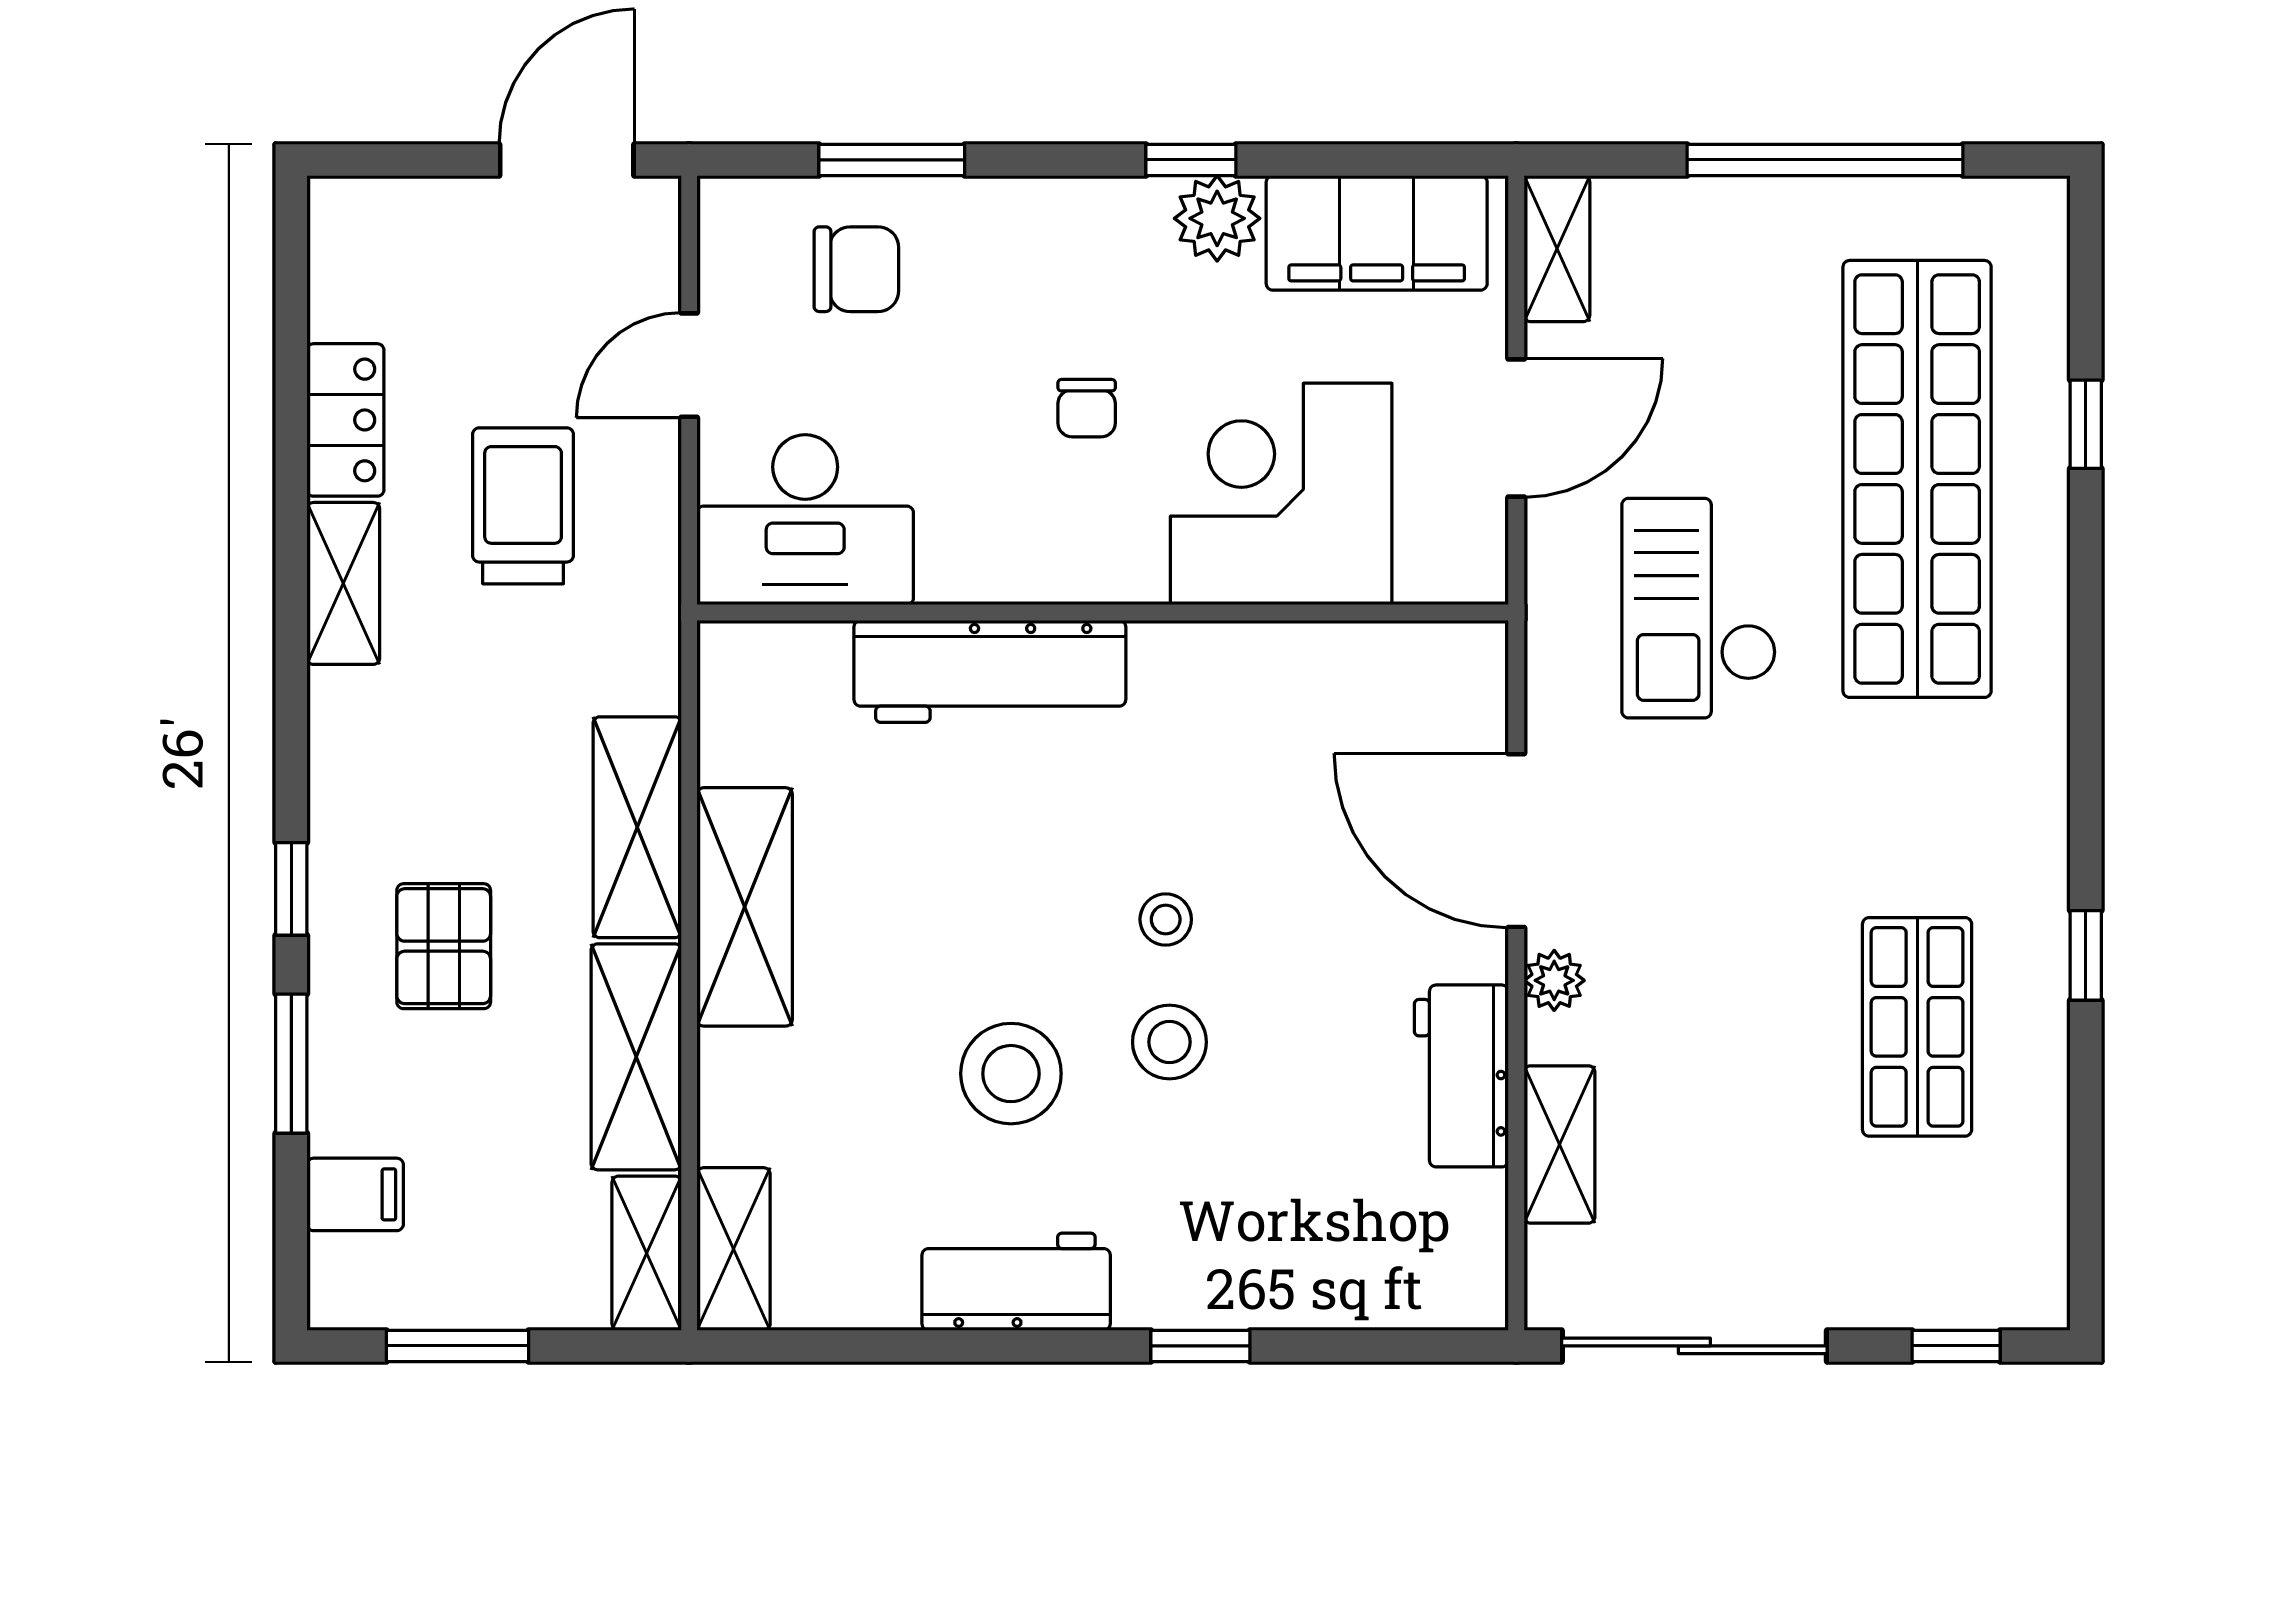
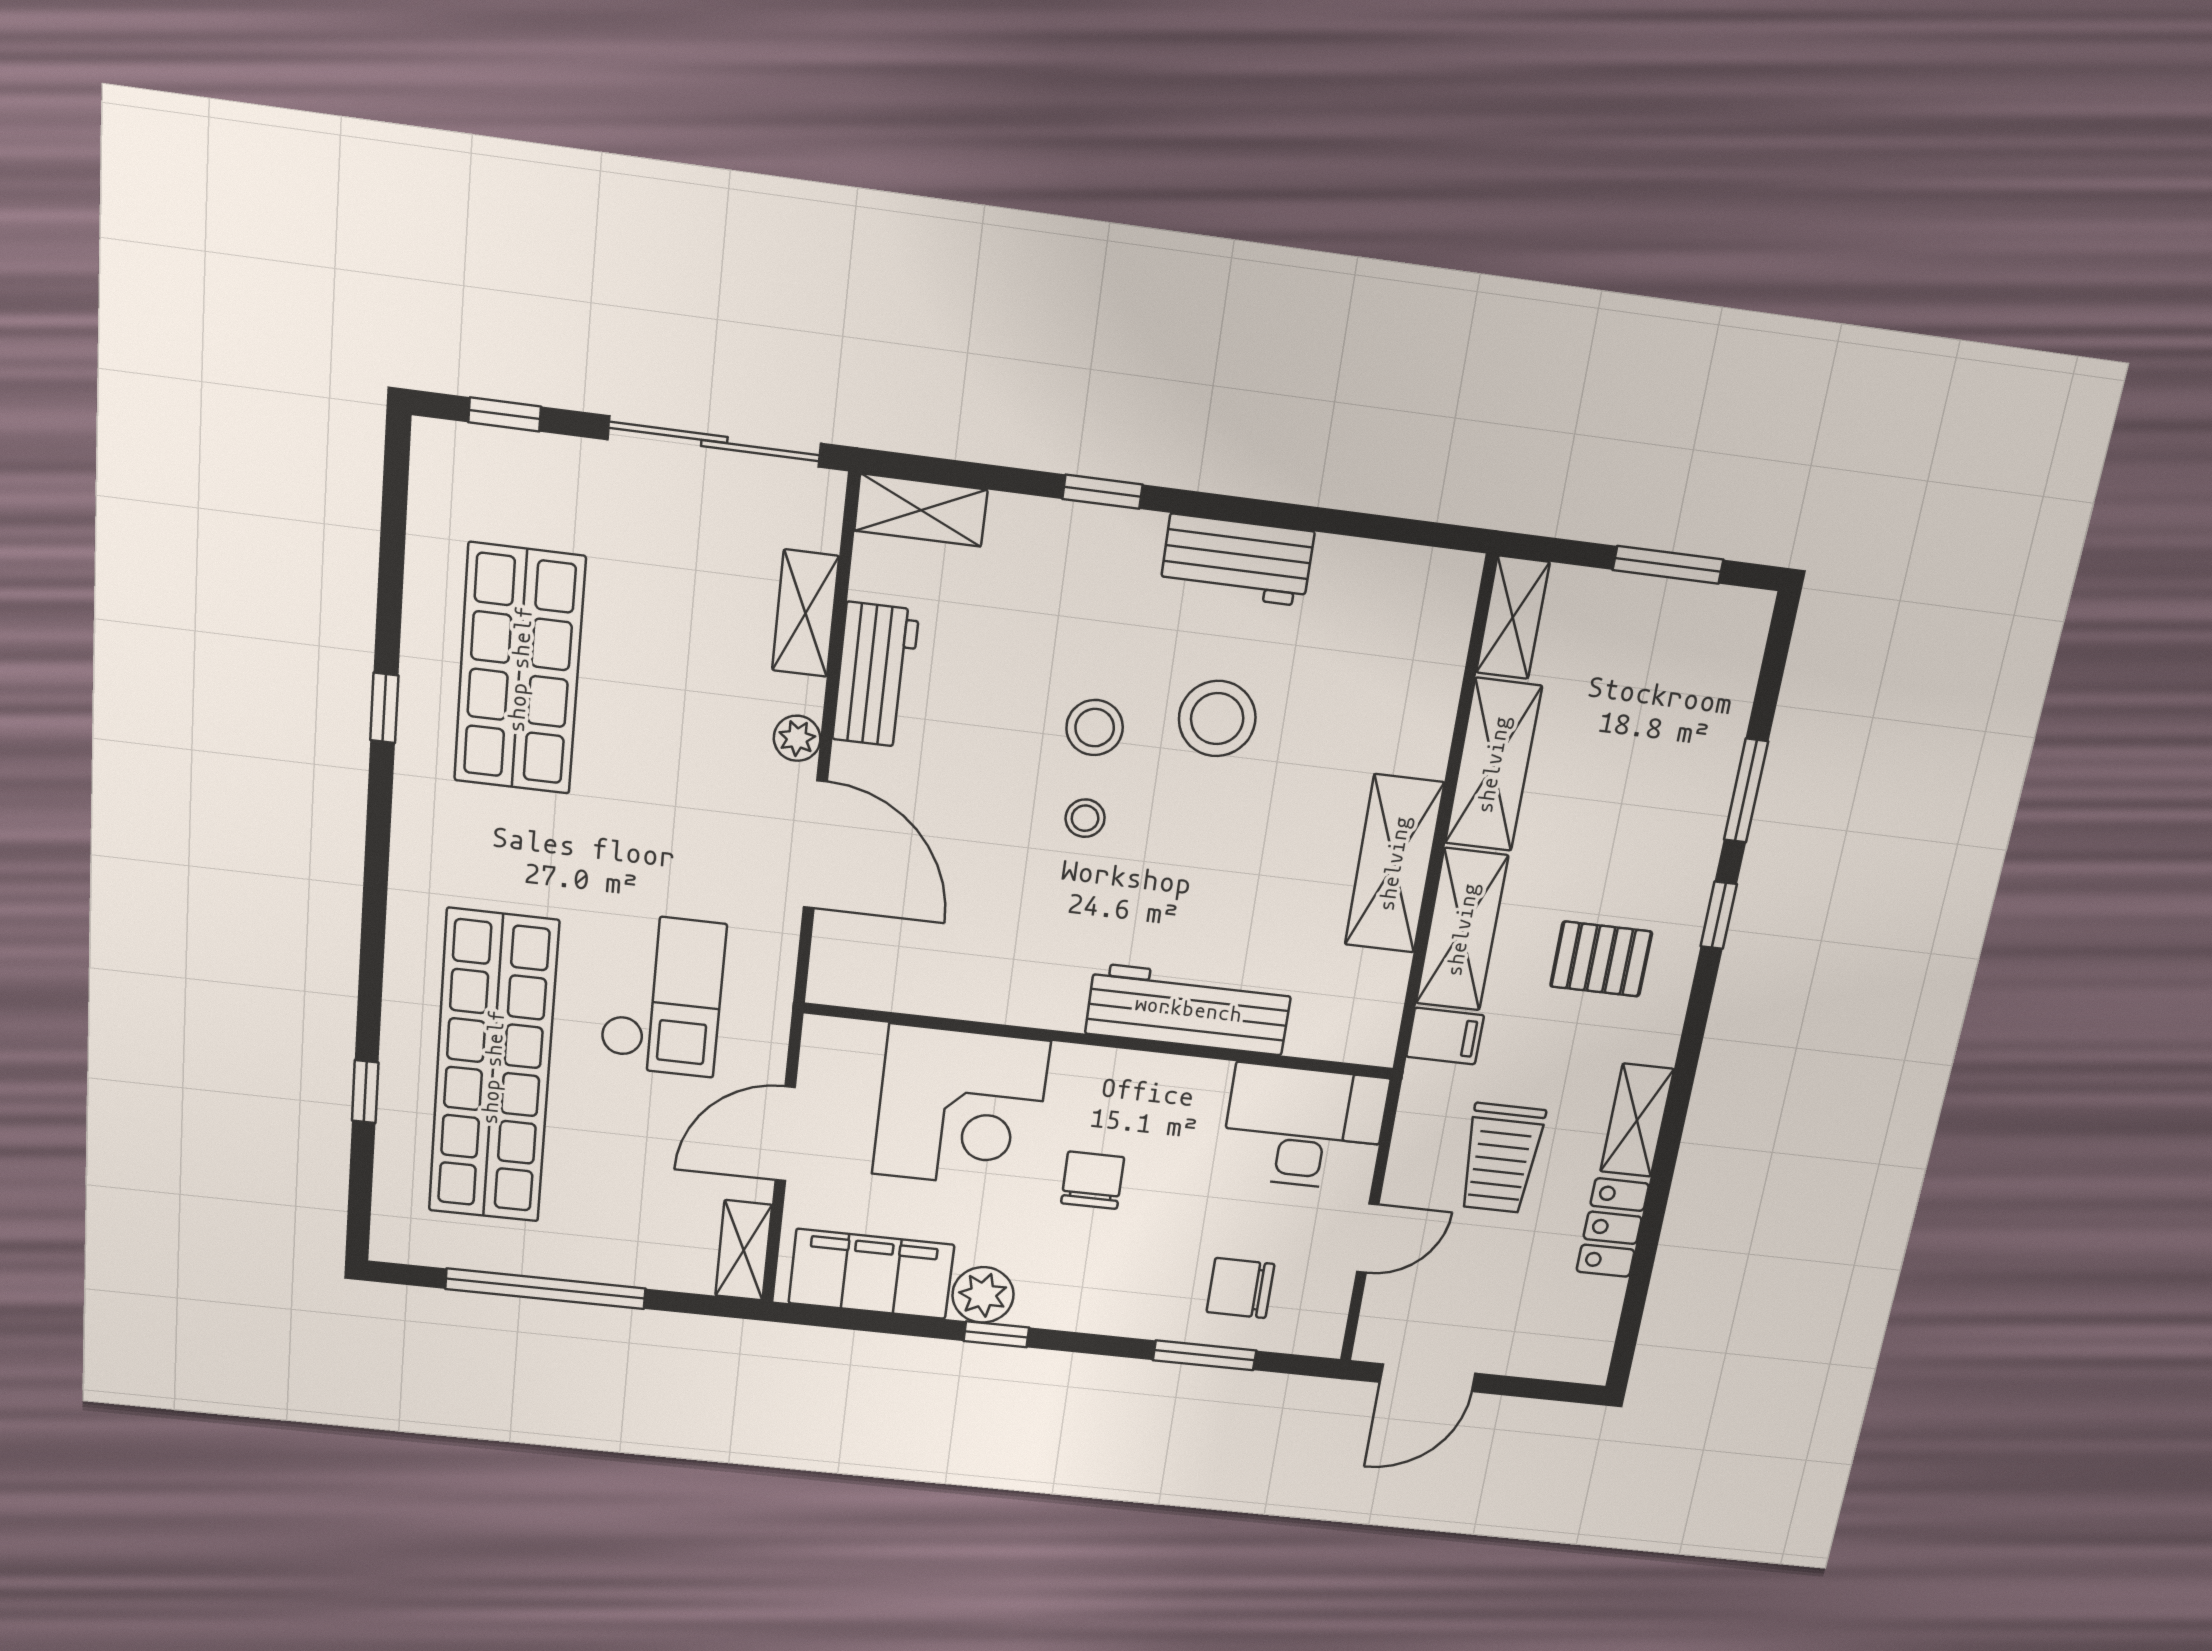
chair: (1087, 408) -> (1093, 1180), width x1.37, depth x1.37
pallet: (444, 946) -> (1601, 959), moved, turned 90
shop shelf: (1917, 1027) -> (520, 669), width x1.43, depth x1.36
filing cabinet: (355, 1194) -> (1445, 1036), moved, turned 180
shelving: (734, 1249) -> (921, 510), moved, turned 90

